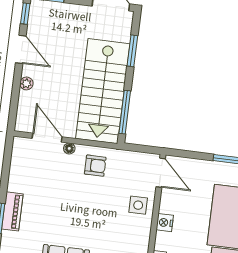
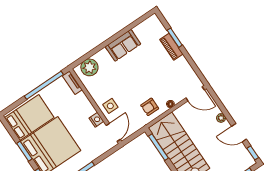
door: (47, 138) -> (195, 94), moved
door: (161, 173) -> (113, 132), swing flipped
nightstand: (165, 223) -> (96, 120), moved

